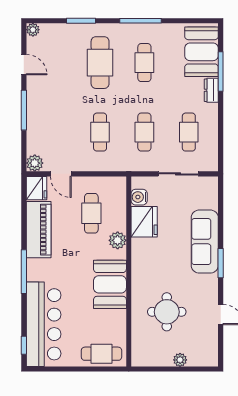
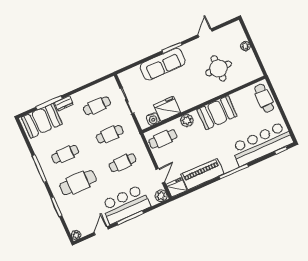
bar counter: (44, 112) -> (126, 204), added
cafe table: (91, 213) -> (163, 139), moved

